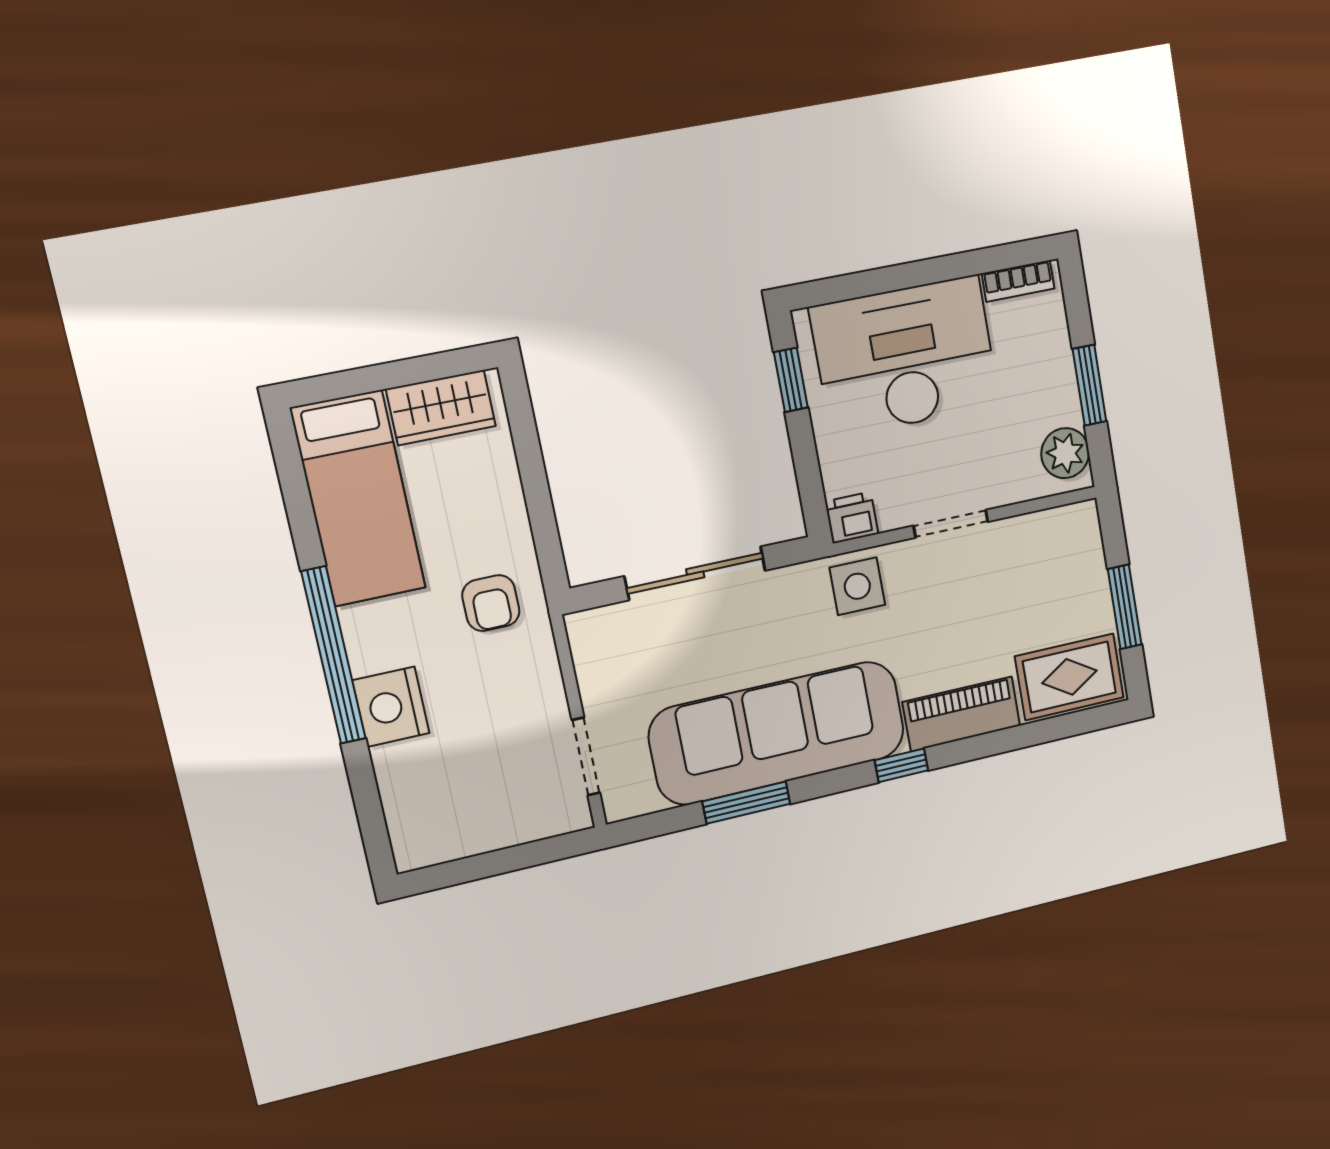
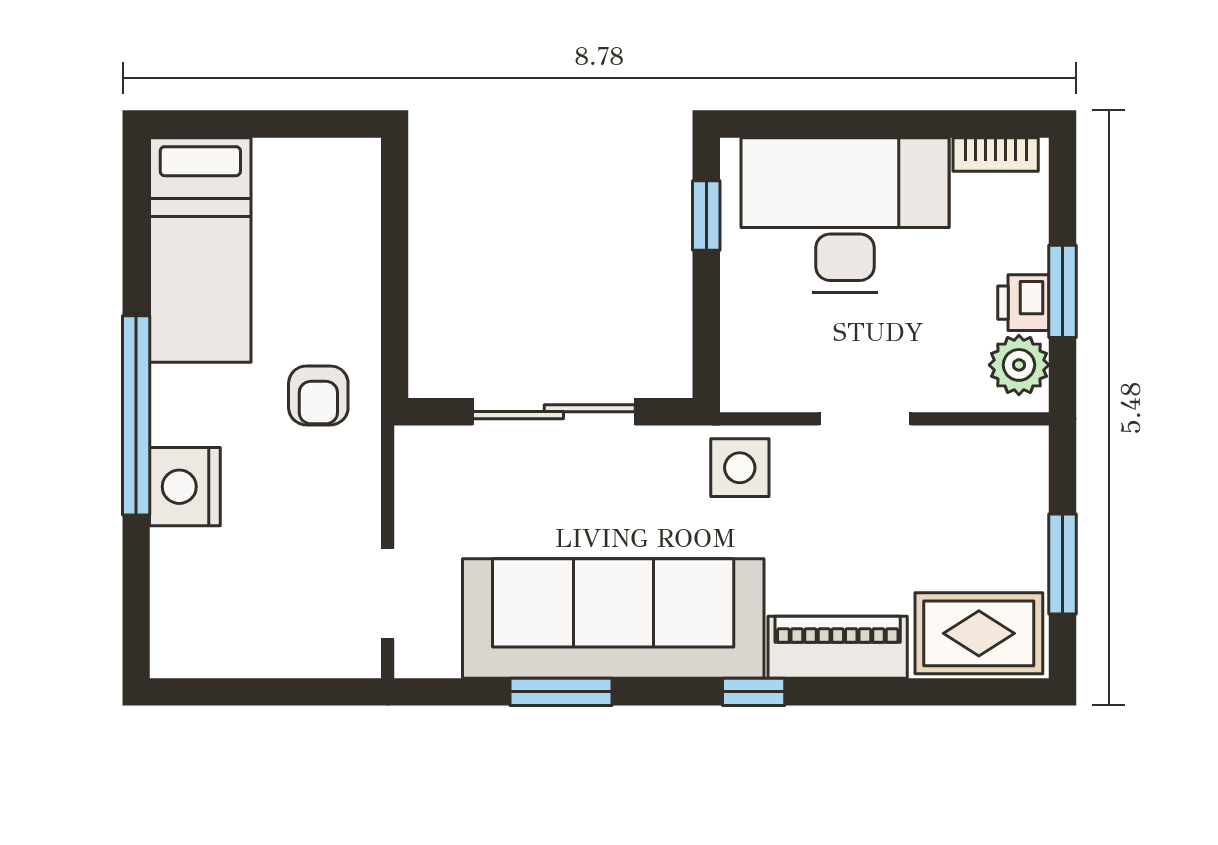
wardrobe: (441, 408) -> (310, 169), removed
printer: (852, 518) -> (1023, 303), moved, turned -90

